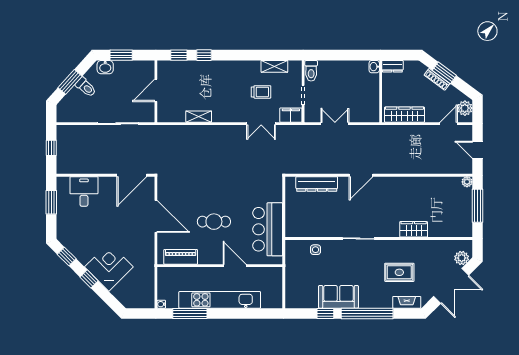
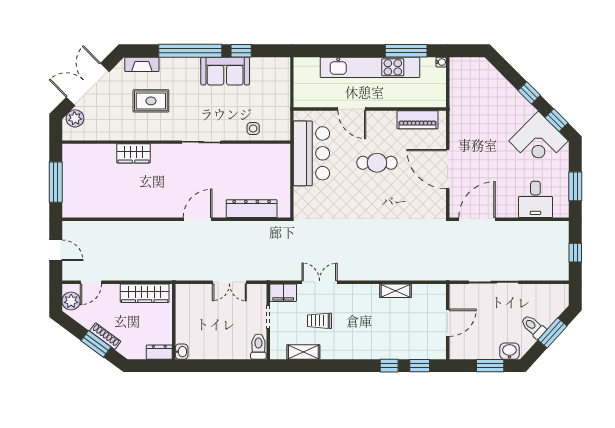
plant: (467, 182) -> (68, 211), removed
corner desk: (109, 267) -> (538, 141), moved

